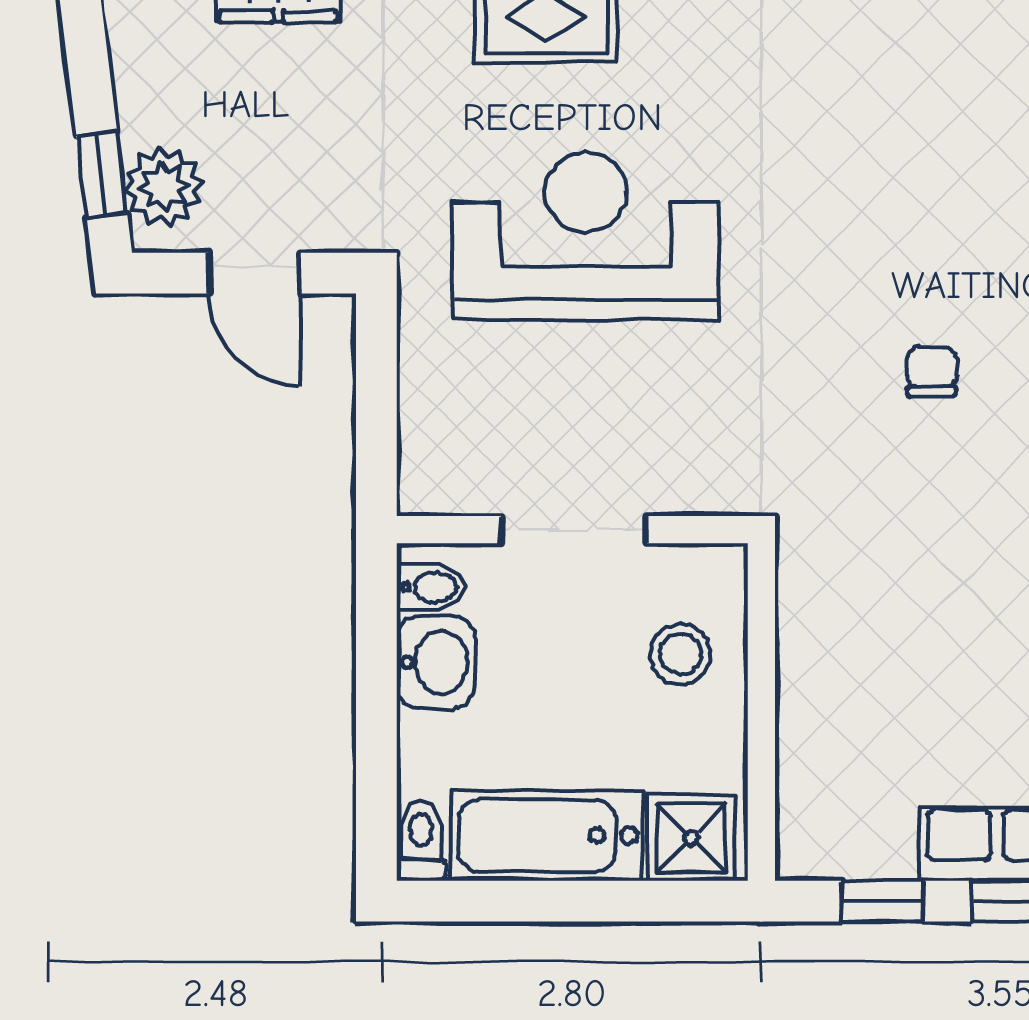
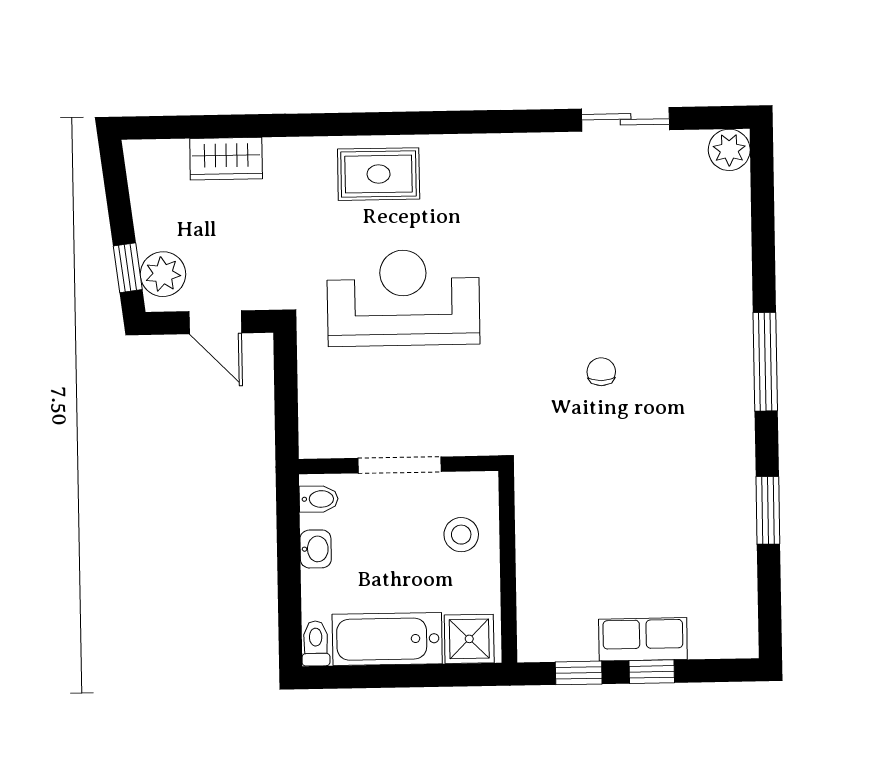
washbasin: (436, 662) -> (316, 549), width x0.72, depth x0.69

